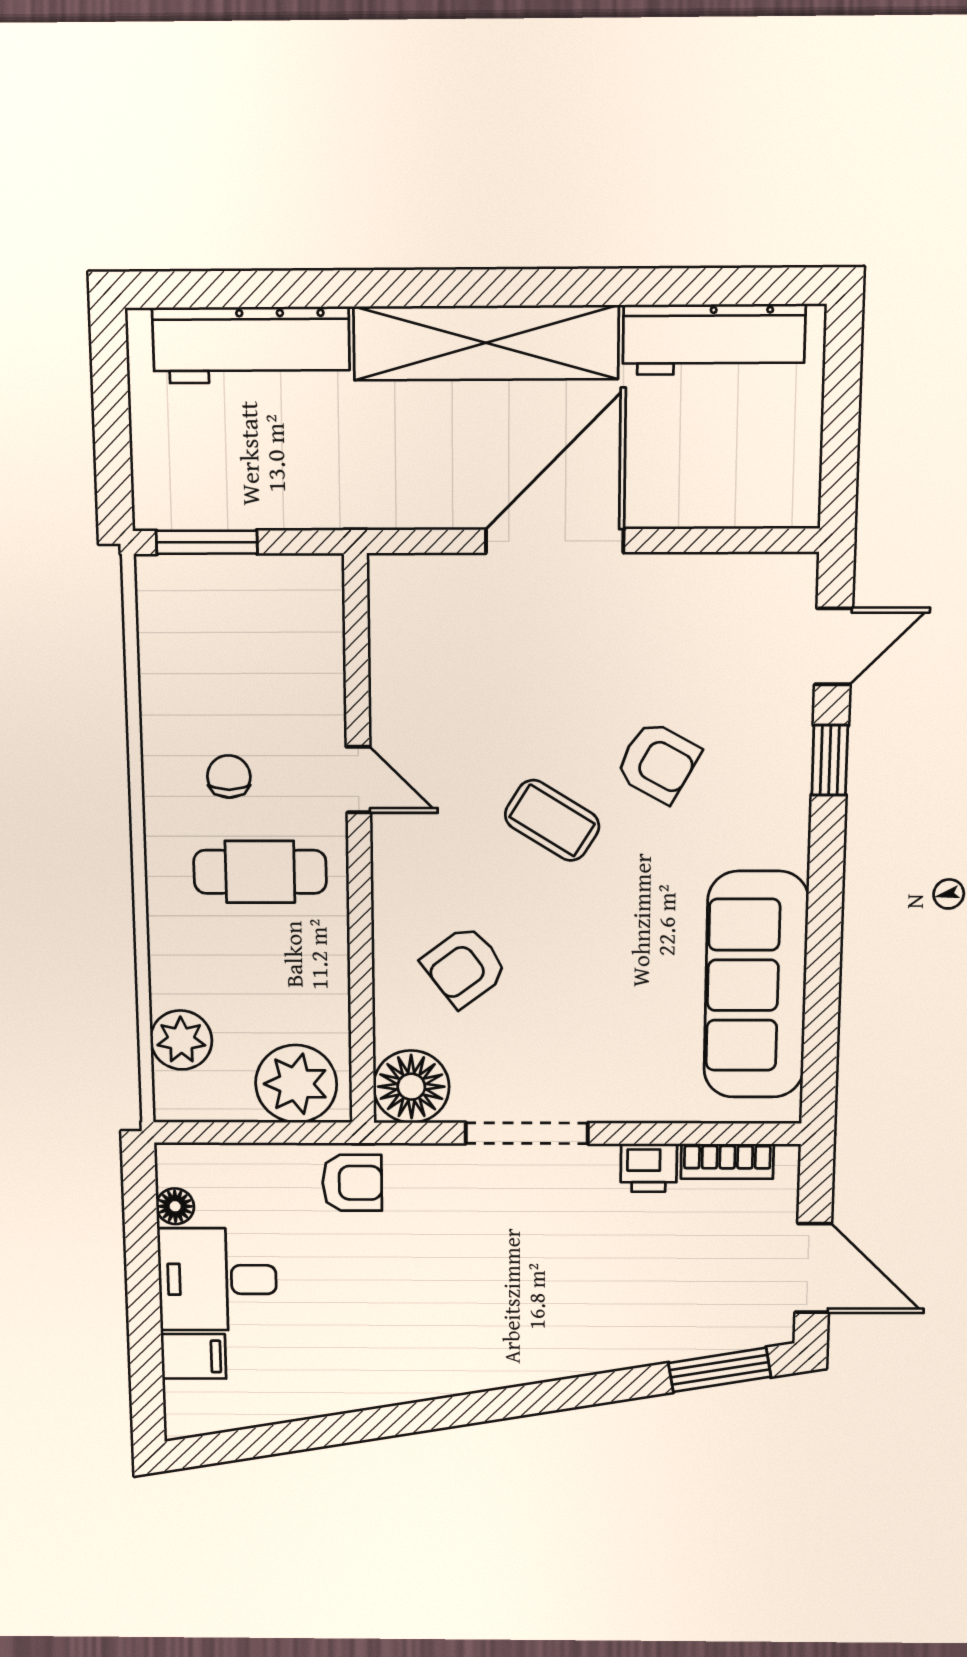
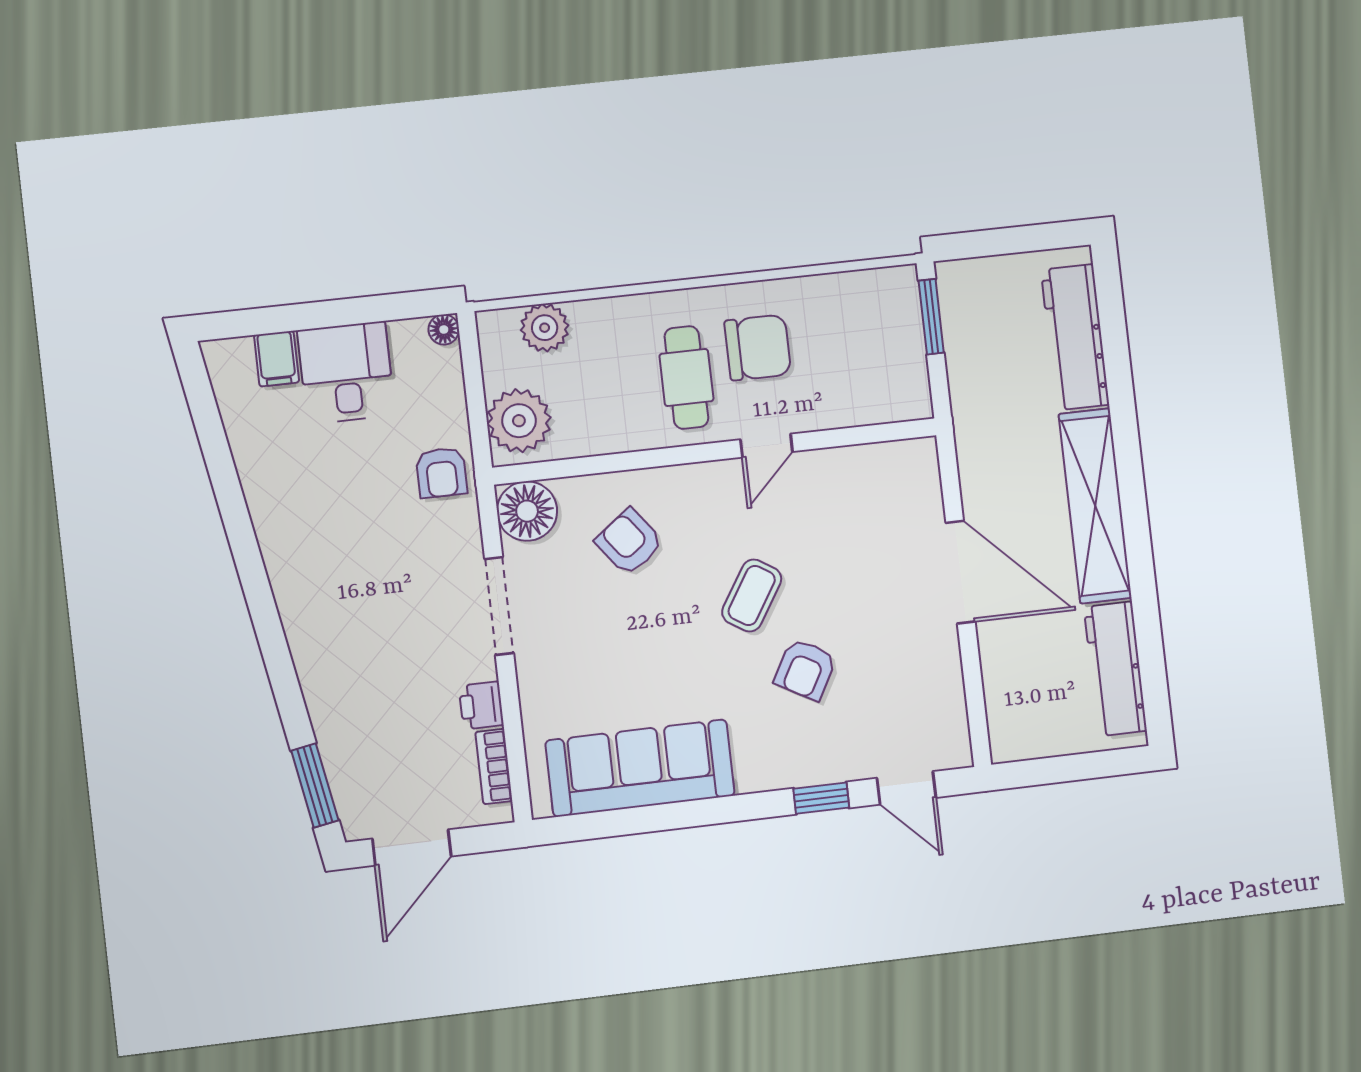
chair: (229, 776) -> (758, 348), width x1.87, depth x1.87
floor lamp: (175, 1206) -> (444, 329), moved

